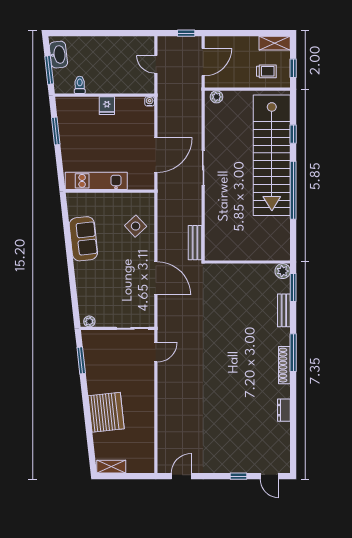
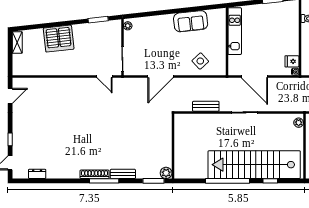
fridge: (107, 106) -> (292, 61), moved
bench: (195, 243) -> (206, 106), moved
bench: (284, 310) -> (123, 174), moved
dresser: (284, 410) -> (37, 174), moved
door: (181, 476) -> (10, 96), hinge flipped

